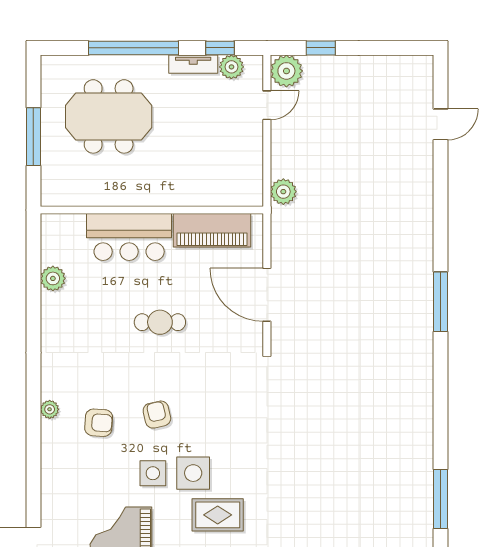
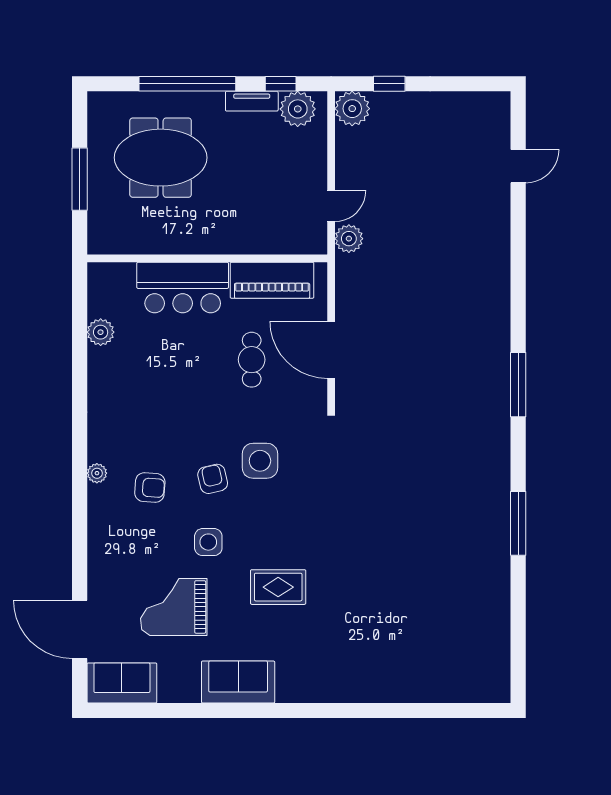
plant: (231, 67) -> (298, 109), width x1.36, depth x1.36
door: (267, 105) -> (331, 206), moved
window: (440, 302) -> (518, 385), moved
cafe table: (160, 322) -> (252, 360), moved, turned 90
side table: (193, 473) -> (260, 461), moved
window: (440, 499) -> (518, 523), moved

